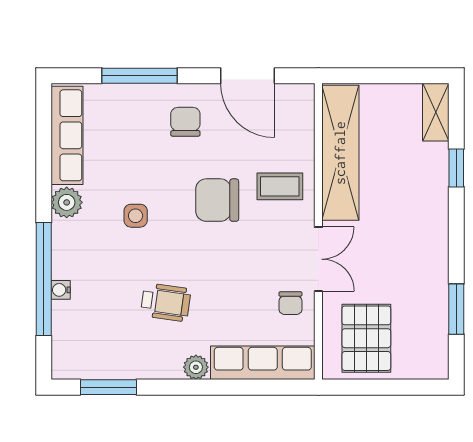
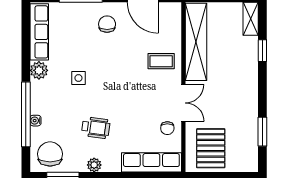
chair: (217, 200) -> (50, 154), moved, turned 90
plant: (196, 367) -> (94, 165), moved

